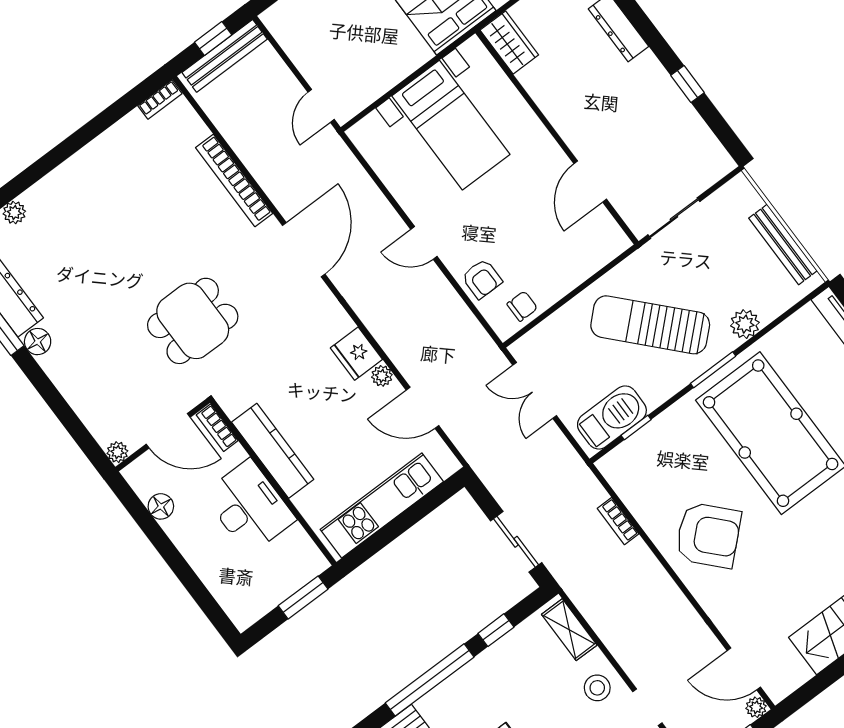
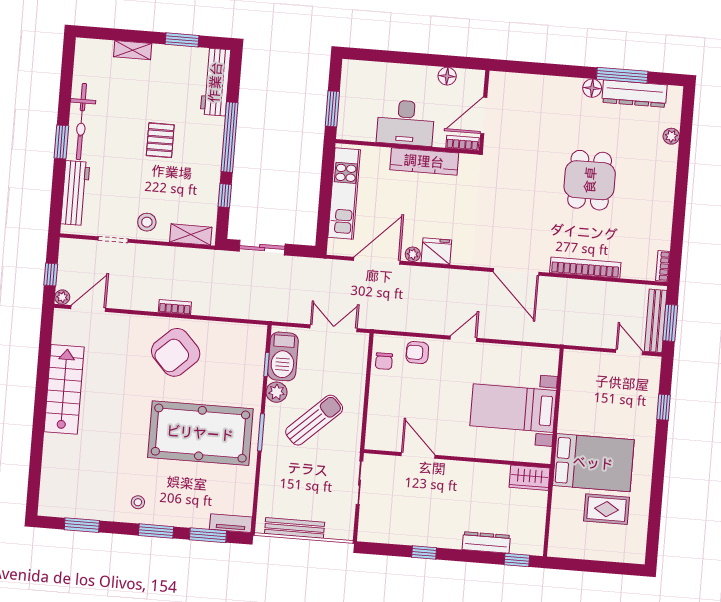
window: (213, 39) -> (670, 323), width x1.50
door: (321, 106) -> (629, 352), moved
dining table: (193, 321) -> (590, 180), moved
plant: (745, 324) -> (277, 392), moved
sun lounger: (650, 325) -> (314, 420), width x0.73, depth x0.75
door: (422, 408) -> (377, 261), width x1.36
plant: (117, 452) -> (496, 79), removed
bookcase: (618, 521) -> (175, 307), moved

